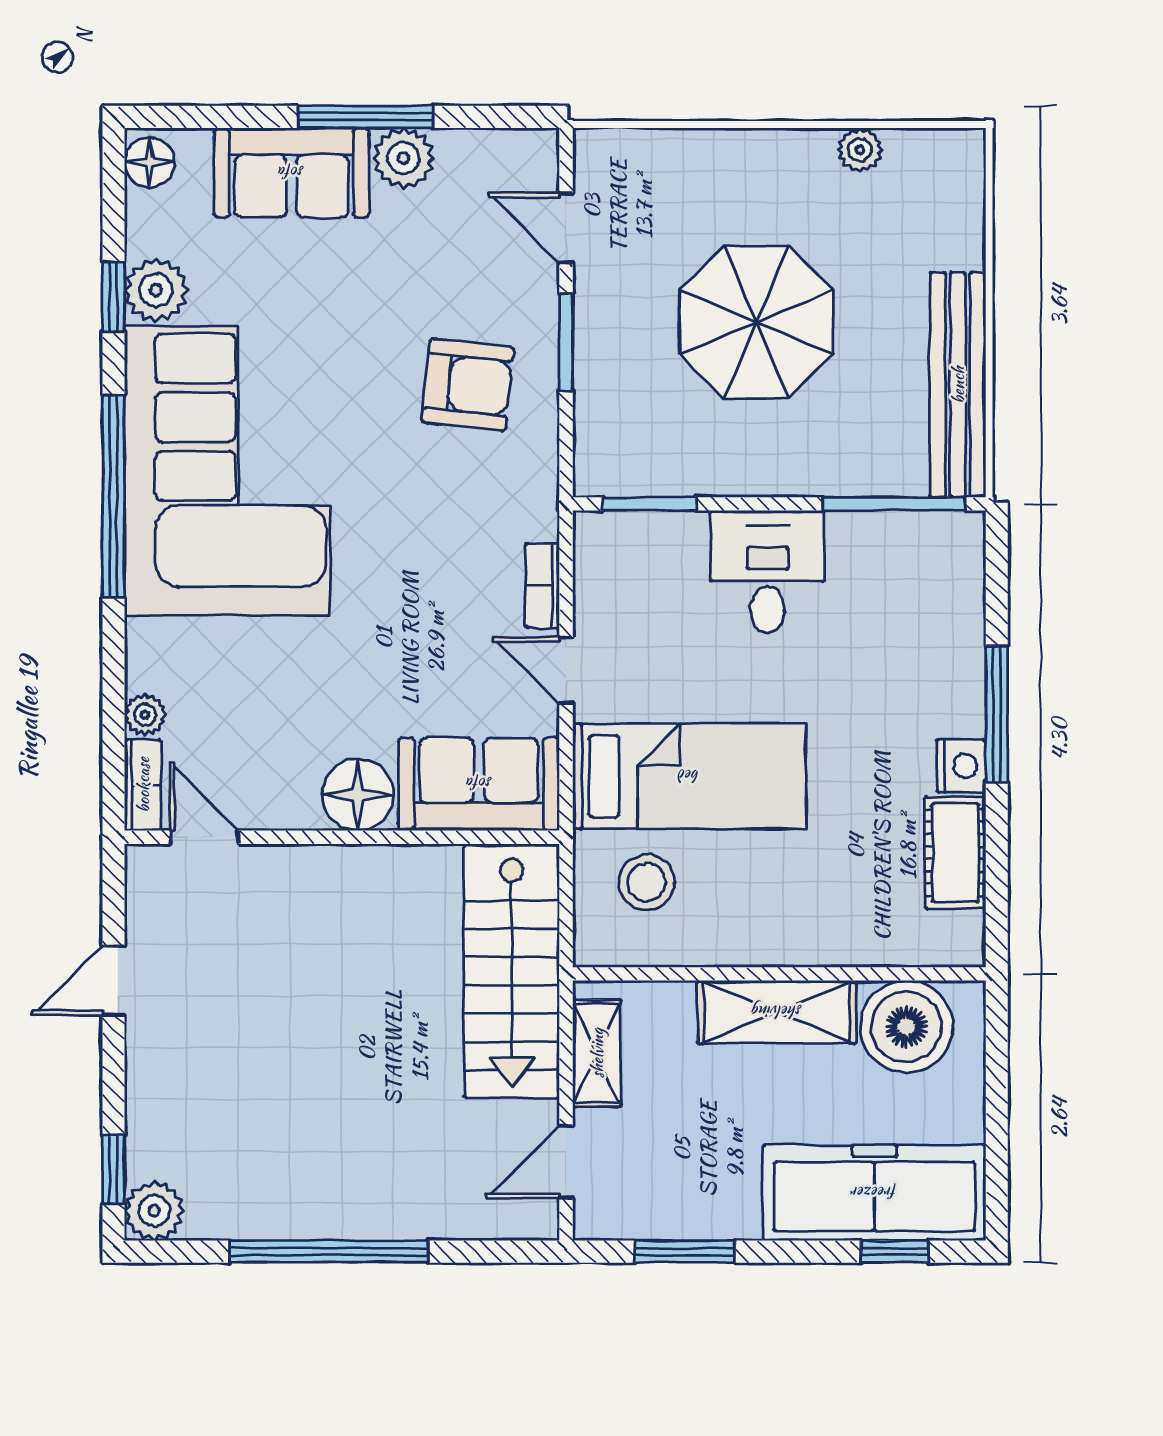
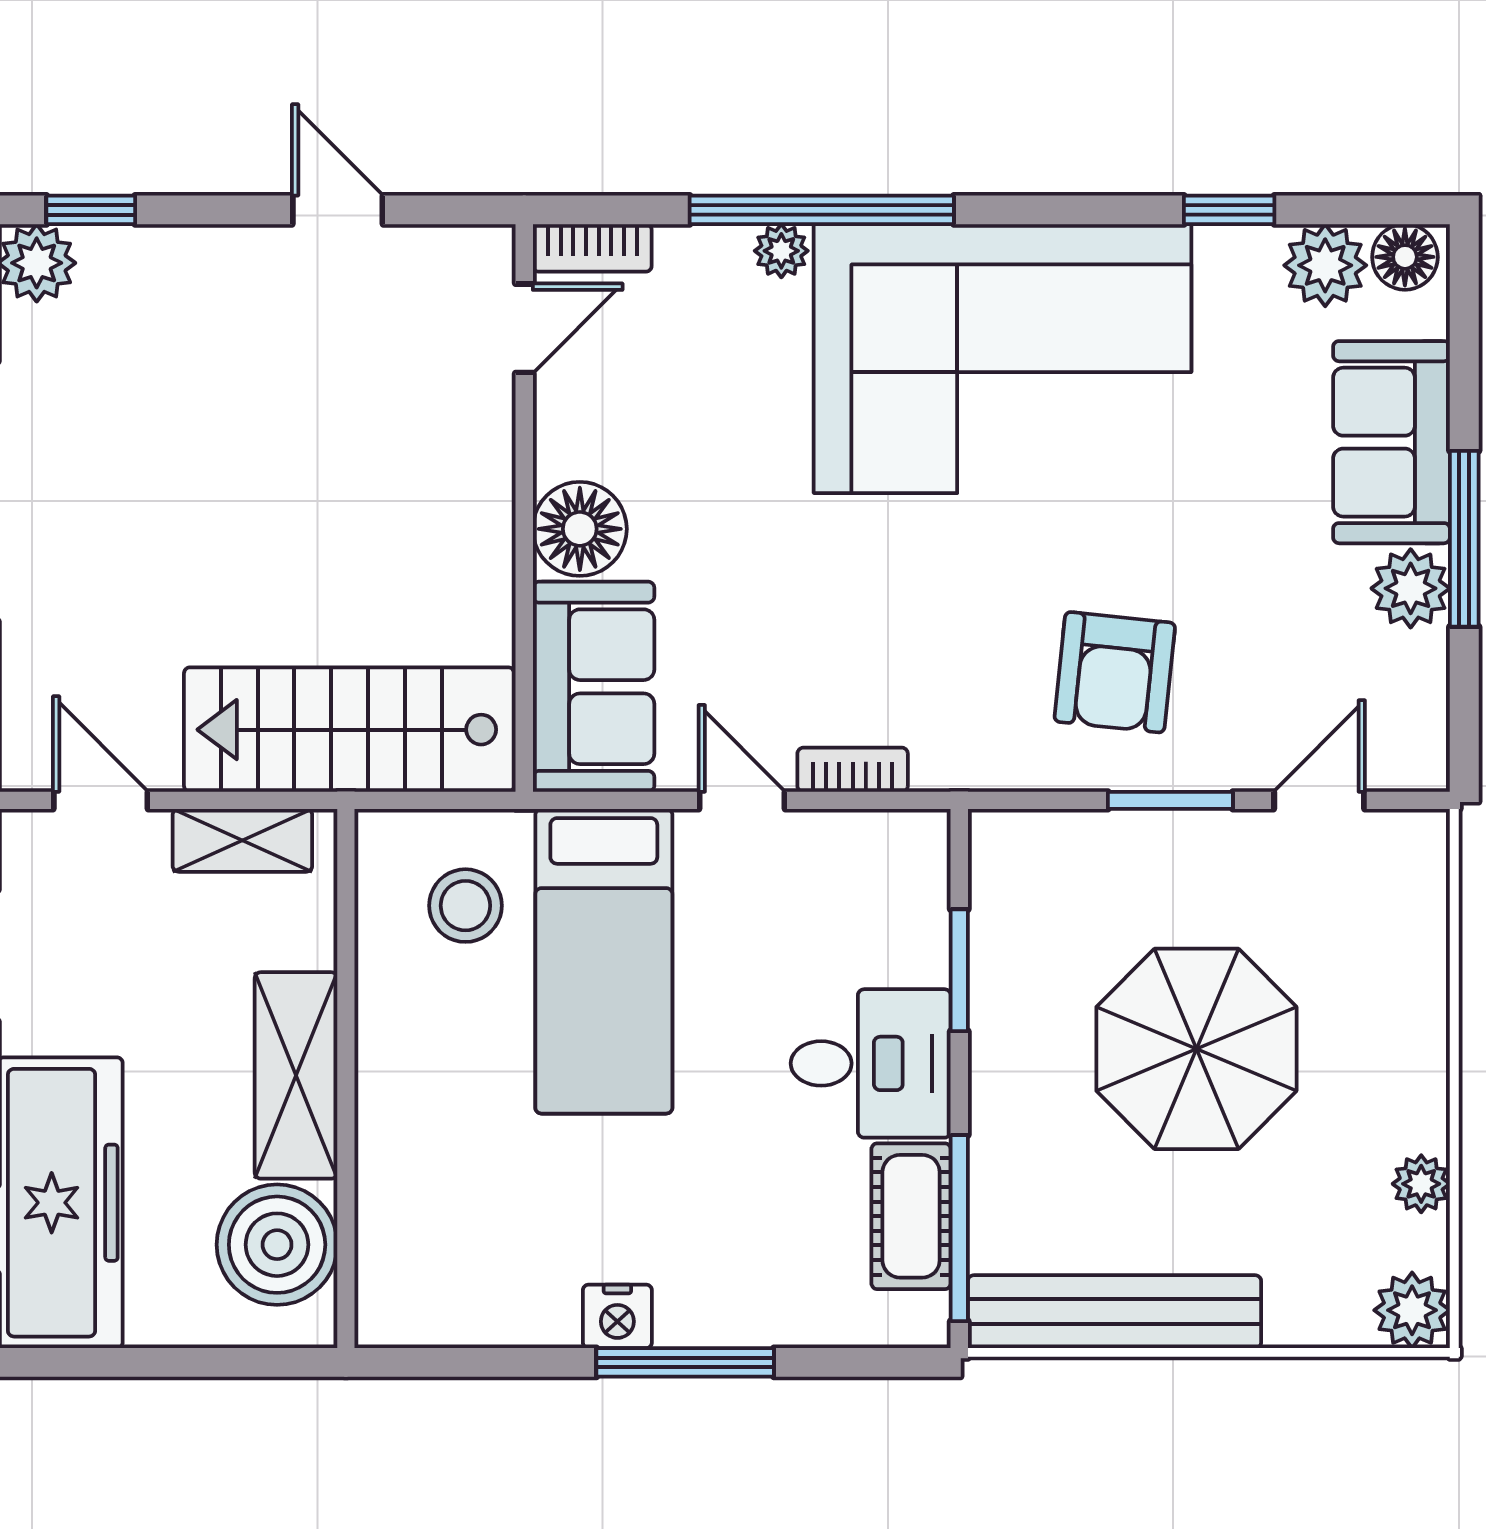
plant: (957, 157) -> (1412, 1310), added
plant: (156, 290) -> (1325, 265), moved
window: (113, 496) -> (822, 210), moved
window: (650, 504) -> (959, 970), moved
door: (566, 670) -> (742, 800), hinge flipped
plant: (145, 715) -> (781, 251), moved
cot: (955, 853) -> (911, 1216), moved, turned 90

